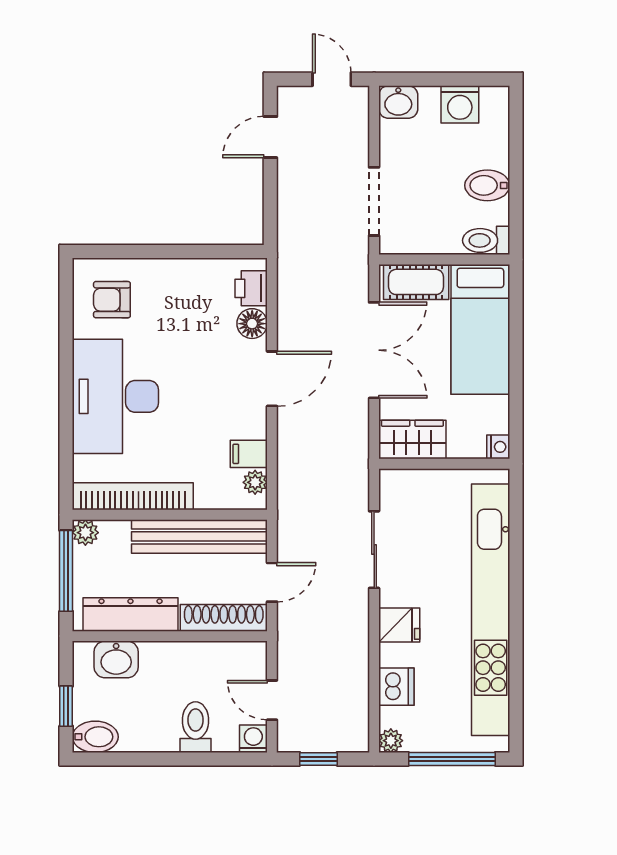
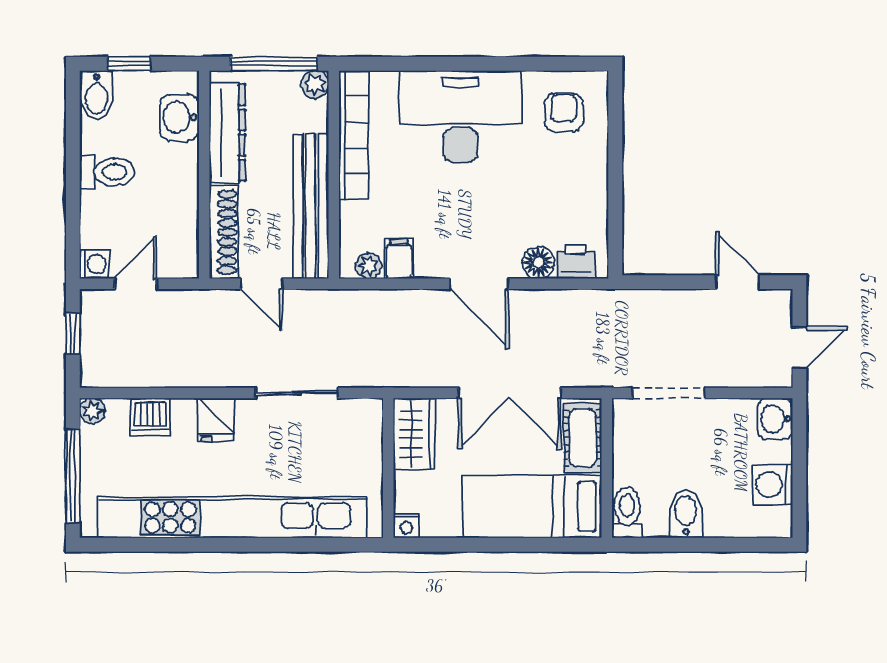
toilet: (196, 727) -> (107, 172), moved

